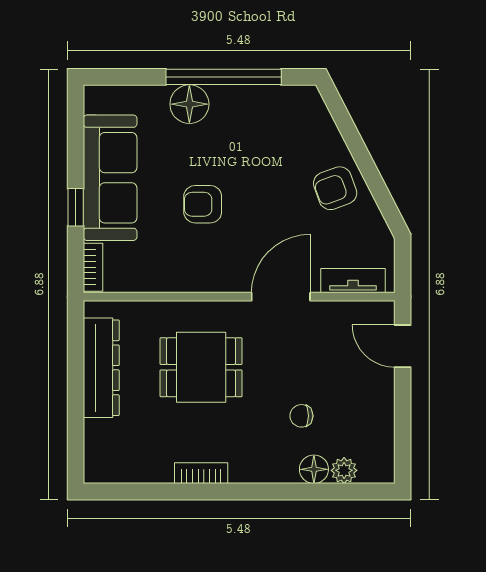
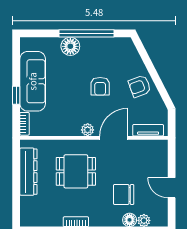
armchair: (203, 204) -> (100, 86), moved, turned -90
plant: (226, 280) -> (88, 130), added
door: (403, 346) -> (172, 188), moved
chair: (301, 416) -> (124, 194), width x1.87, depth x1.87

